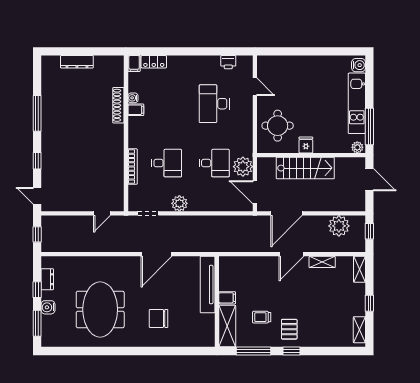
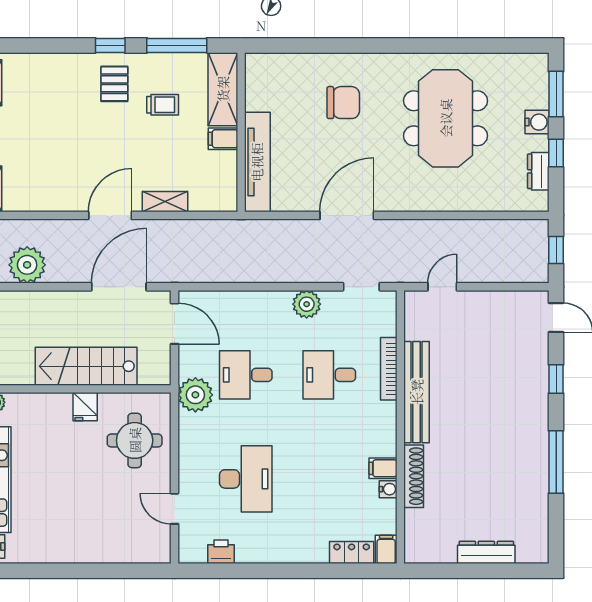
bench: (117, 153) -> (417, 392), added
plant: (243, 167) -> (195, 395), moved
shelving: (322, 262) -> (165, 202), moved

